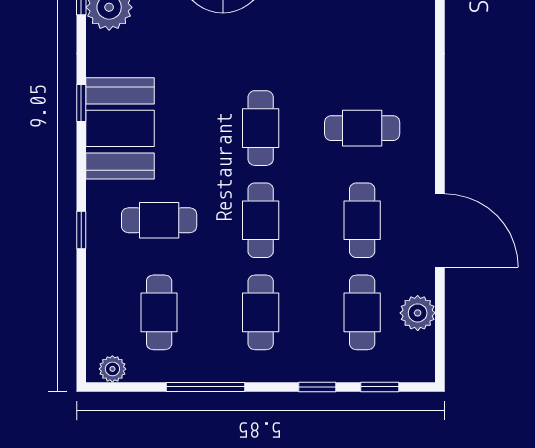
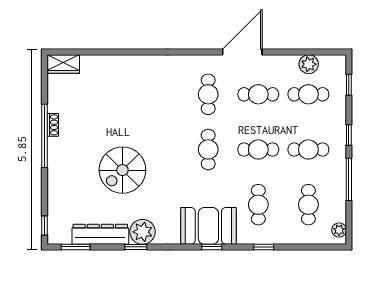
window: (81, 103) -> (212, 247), moved
cafe table: (261, 128) -> (208, 149), turned 90
door: (440, 230) -> (242, 52), moved
cafe table: (159, 312) -> (308, 205), turned 90
window: (317, 387) -> (349, 135), moved

